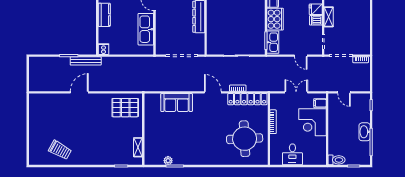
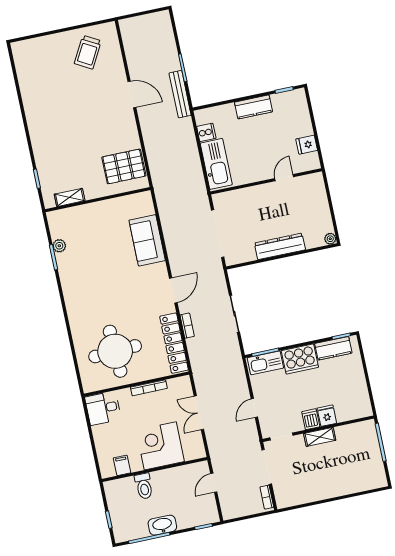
kitchen sink: (146, 29) -> (216, 164), moved, turned 90
cooker: (104, 49) -> (206, 132), moved
double door: (296, 92) -> (199, 413), swing flipped
filing cabinet: (320, 103) -> (122, 465), moved
pallet: (125, 108) -> (124, 166), turned 90
trolley: (60, 150) -> (88, 52), moved
desk: (292, 154) -> (103, 408), moved
toilet: (337, 160) -> (144, 486), moved

